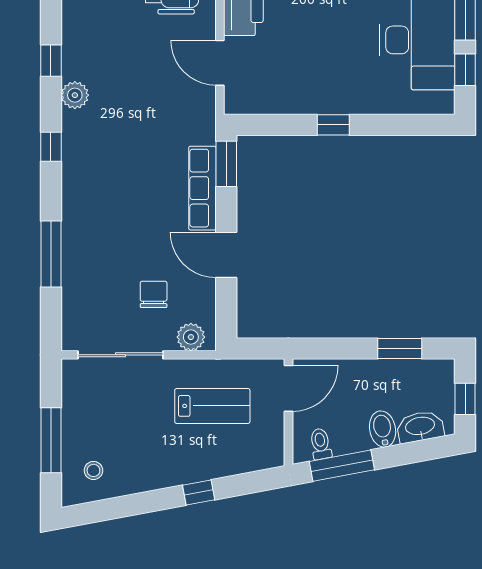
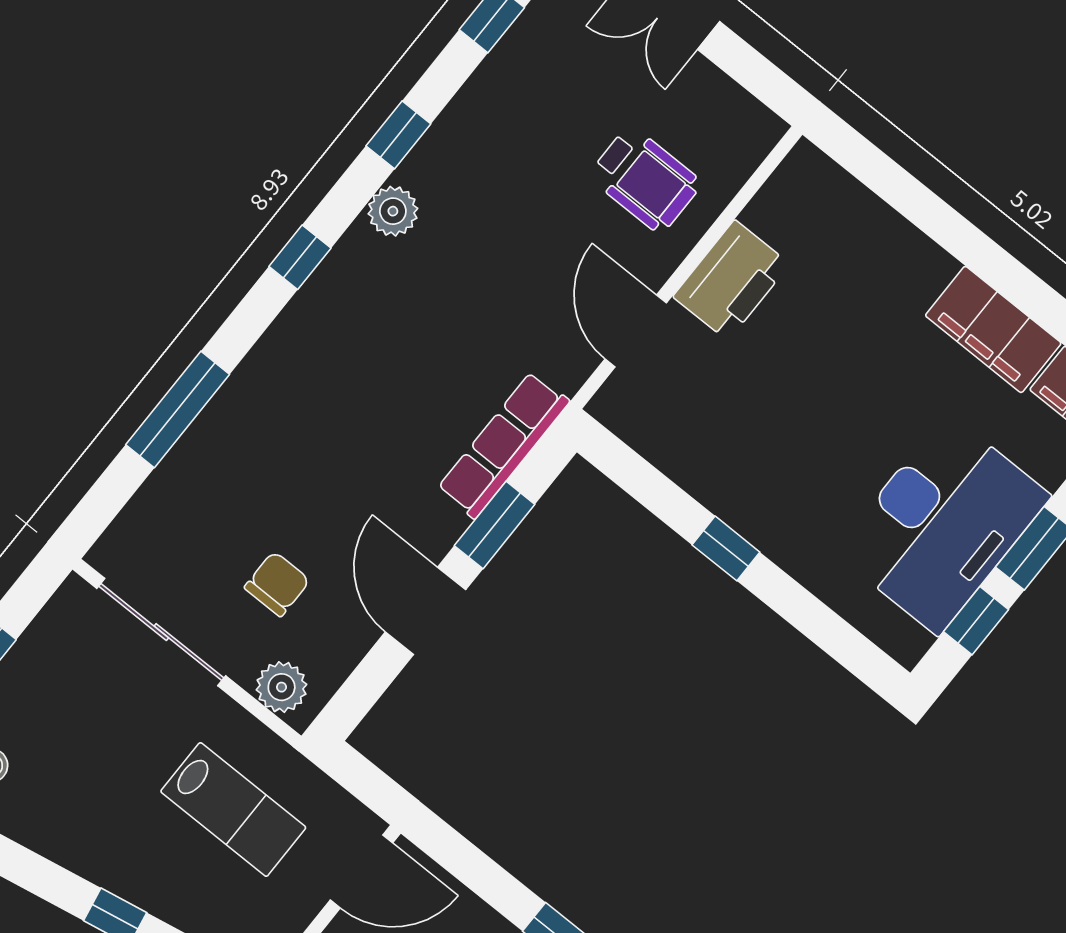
window: (226, 164) -> (495, 525), moved
row of seats: (202, 188) -> (503, 445), moved

